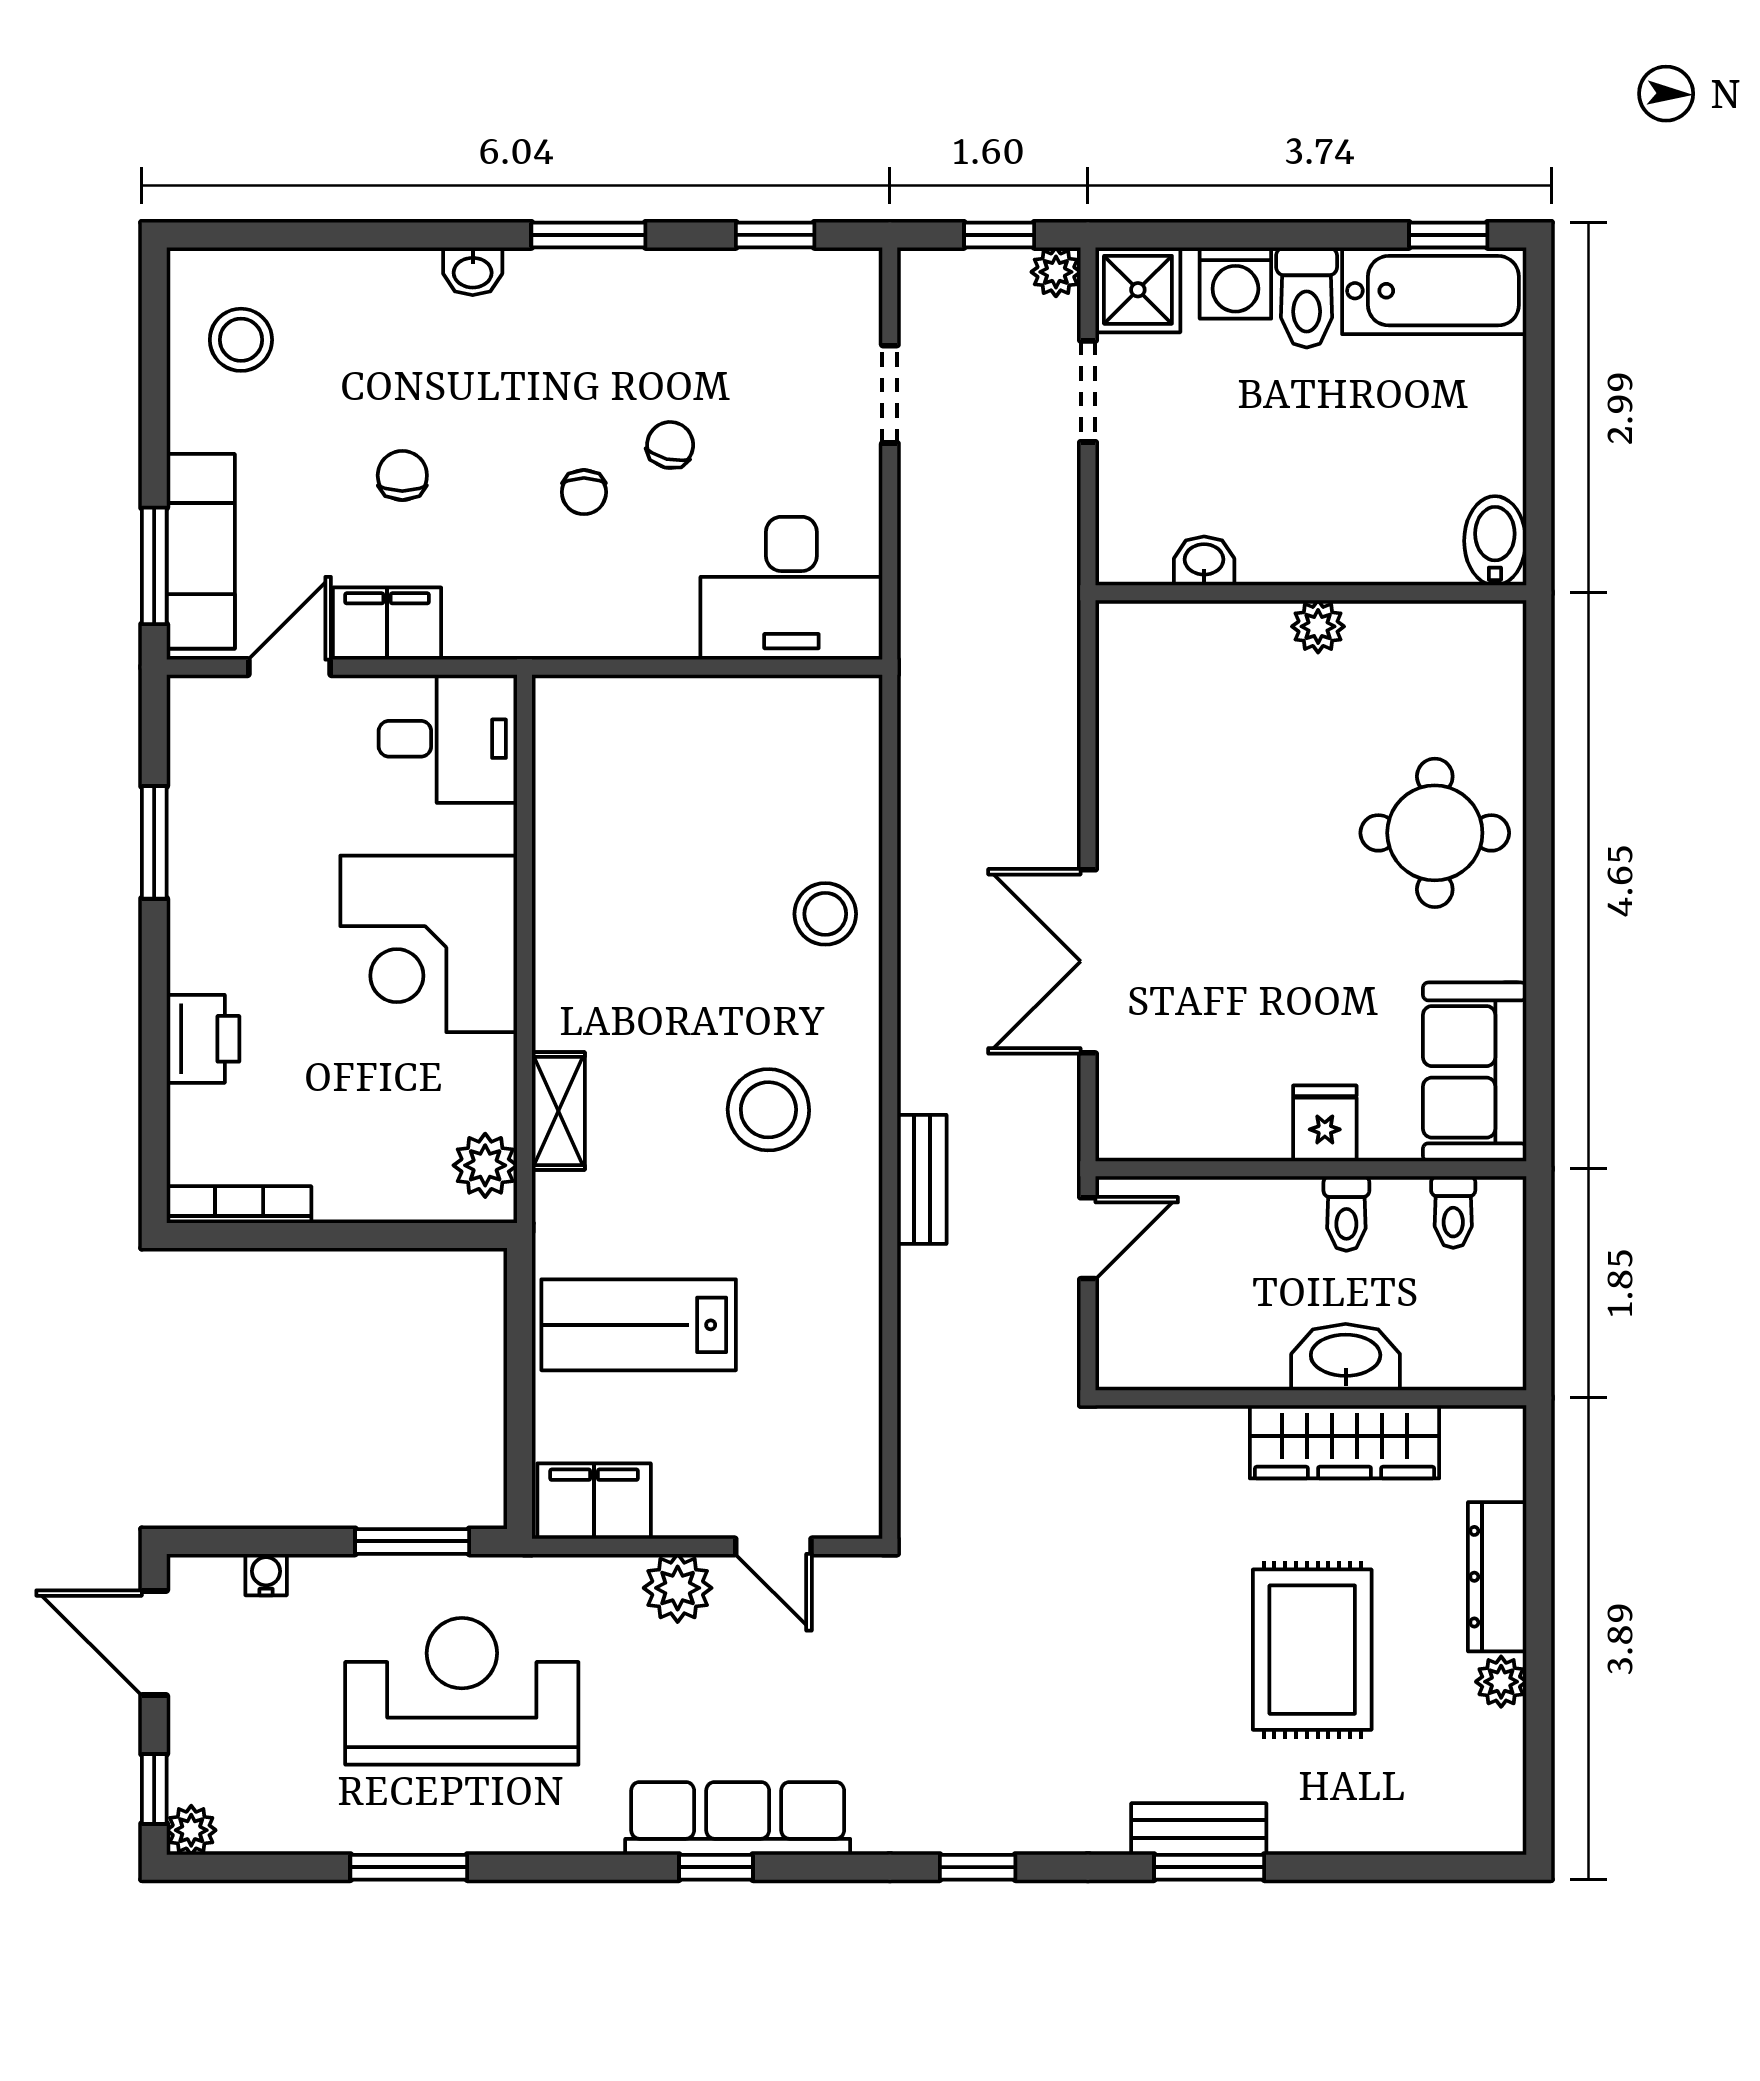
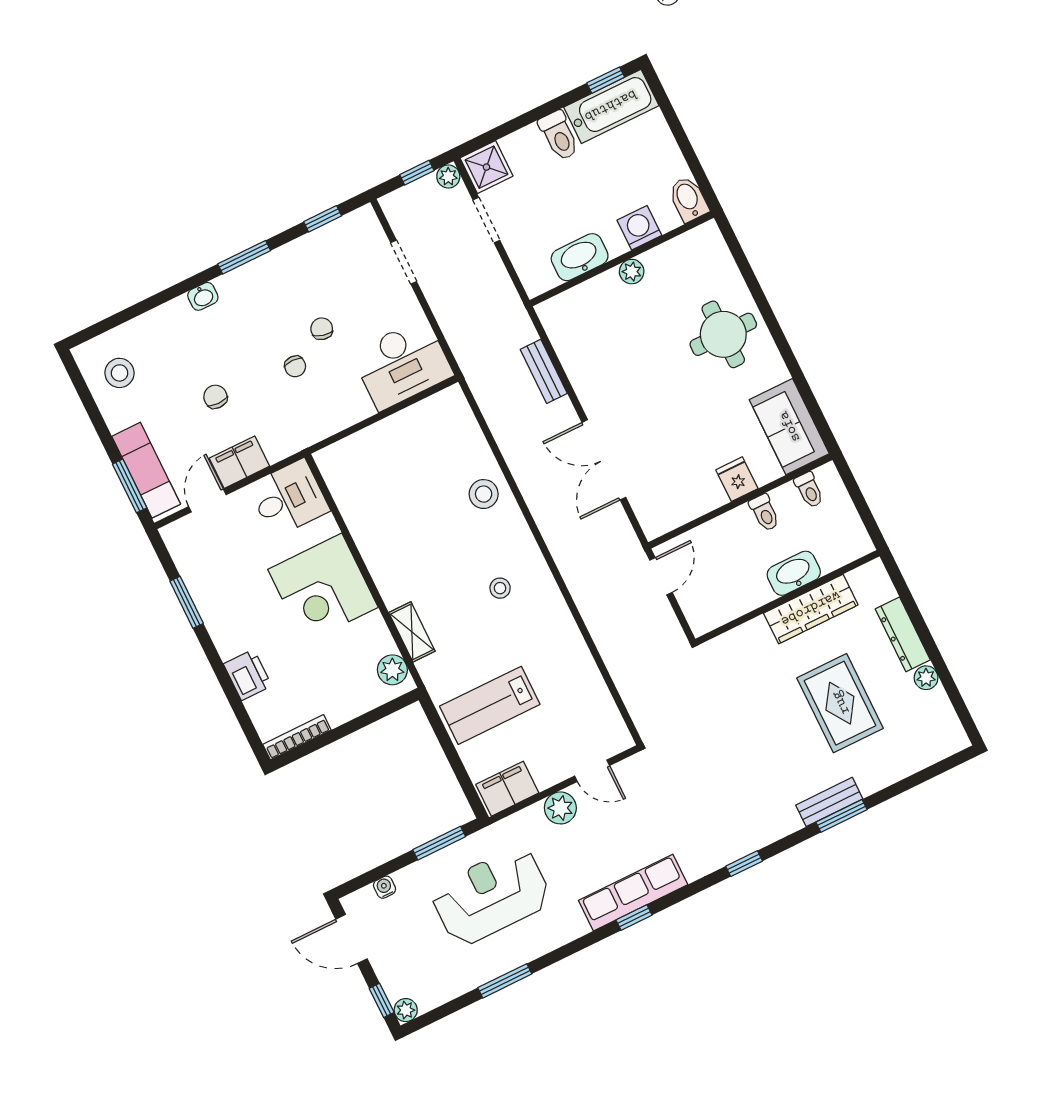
washing machine: (1235, 283) -> (639, 228), moved, turned 180
washbasin: (1204, 561) -> (580, 257), width x1.91, depth x1.45
stool: (768, 1110) -> (500, 588), width x0.53, depth x0.53
bench: (922, 1179) -> (544, 371), moved

